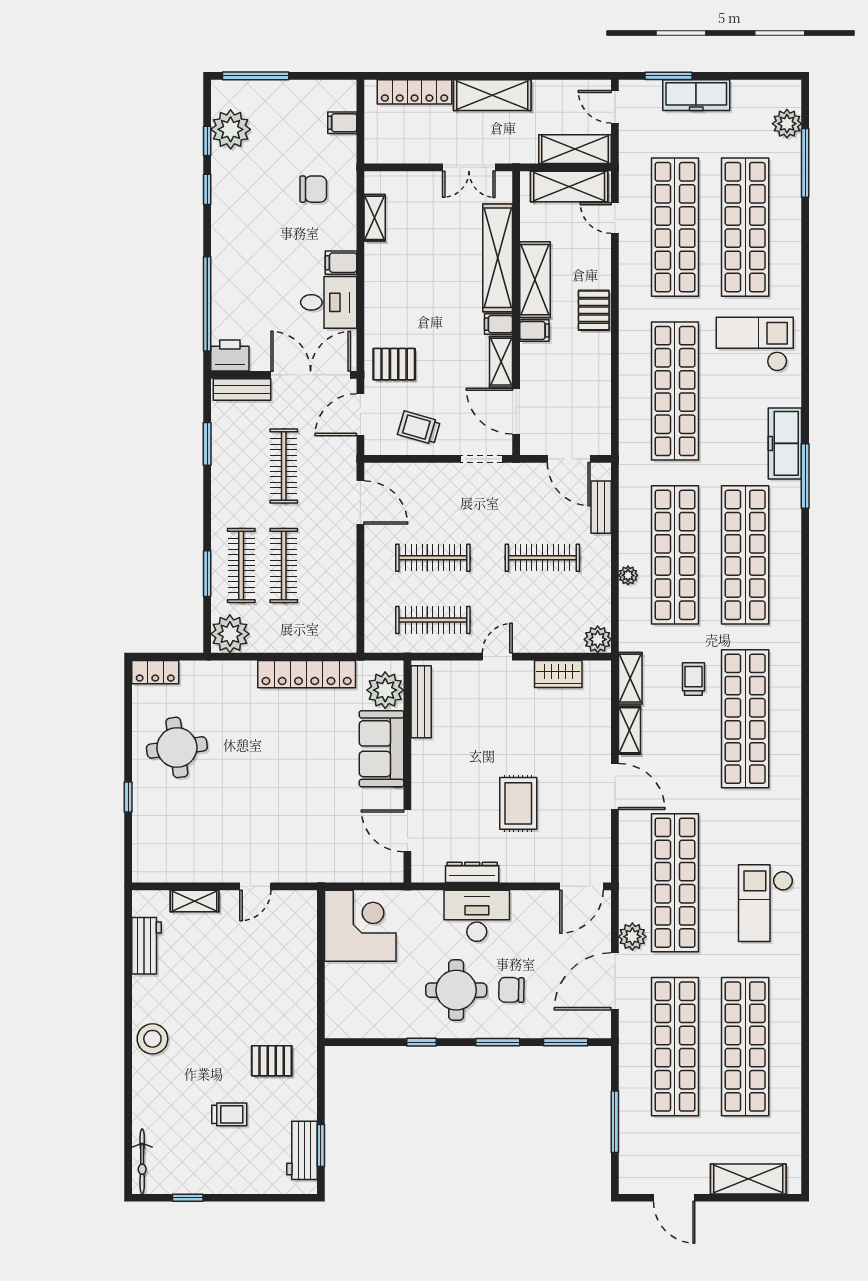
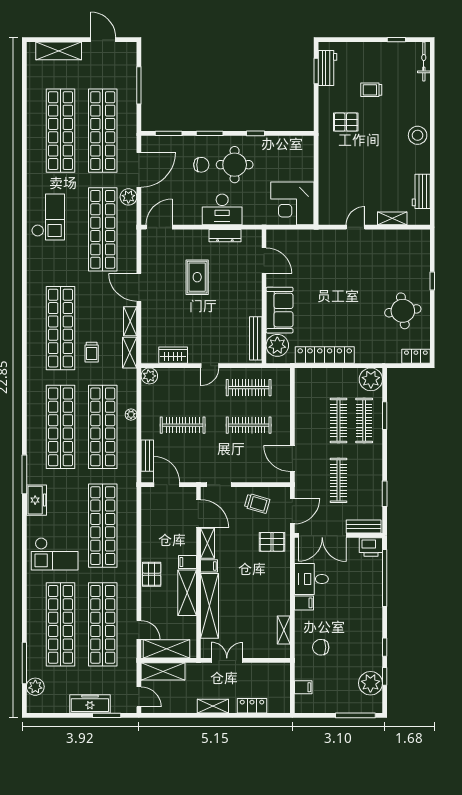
locker: (415, 92) -> (252, 706), width x0.66
shelving: (492, 95) -> (213, 706), width x0.67, depth x0.75
freezer: (785, 443) -> (36, 500), width x0.71

